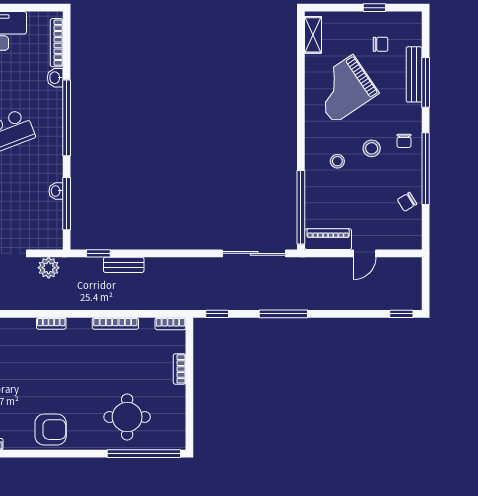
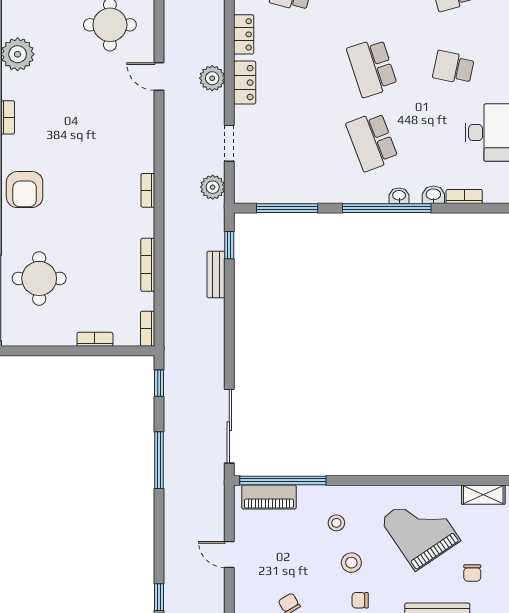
bookcase: (57, 43) -> (464, 197), width x0.64
washbasin: (56, 191) -> (399, 196), moved
piano: (328, 239) -> (269, 497), moved, turned 90

